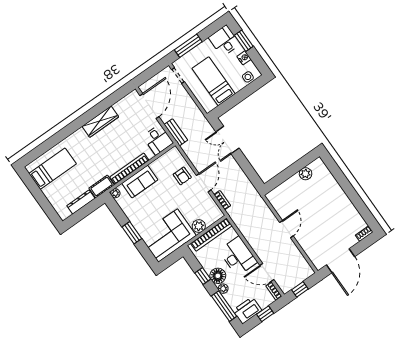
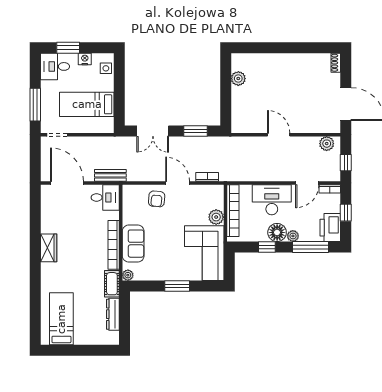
wardrobe: (100, 122) -> (49, 248), width x0.67
window: (248, 170) -> (195, 131), added
armchair: (182, 176) -> (157, 199), turned 95
plant: (304, 267) -> (327, 144), added

